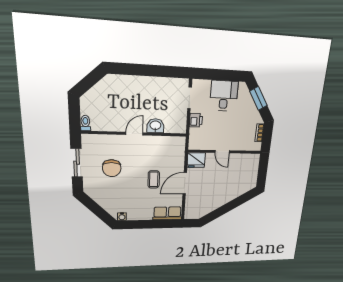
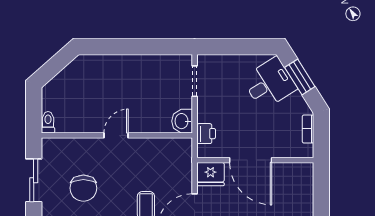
desk: (224, 96) -> (269, 84), moved, turned 58
printer: (196, 120) -> (206, 134), moved
washbasin: (155, 126) -> (182, 121), moved, turned -90
door: (222, 152) -> (251, 160), width x1.88

